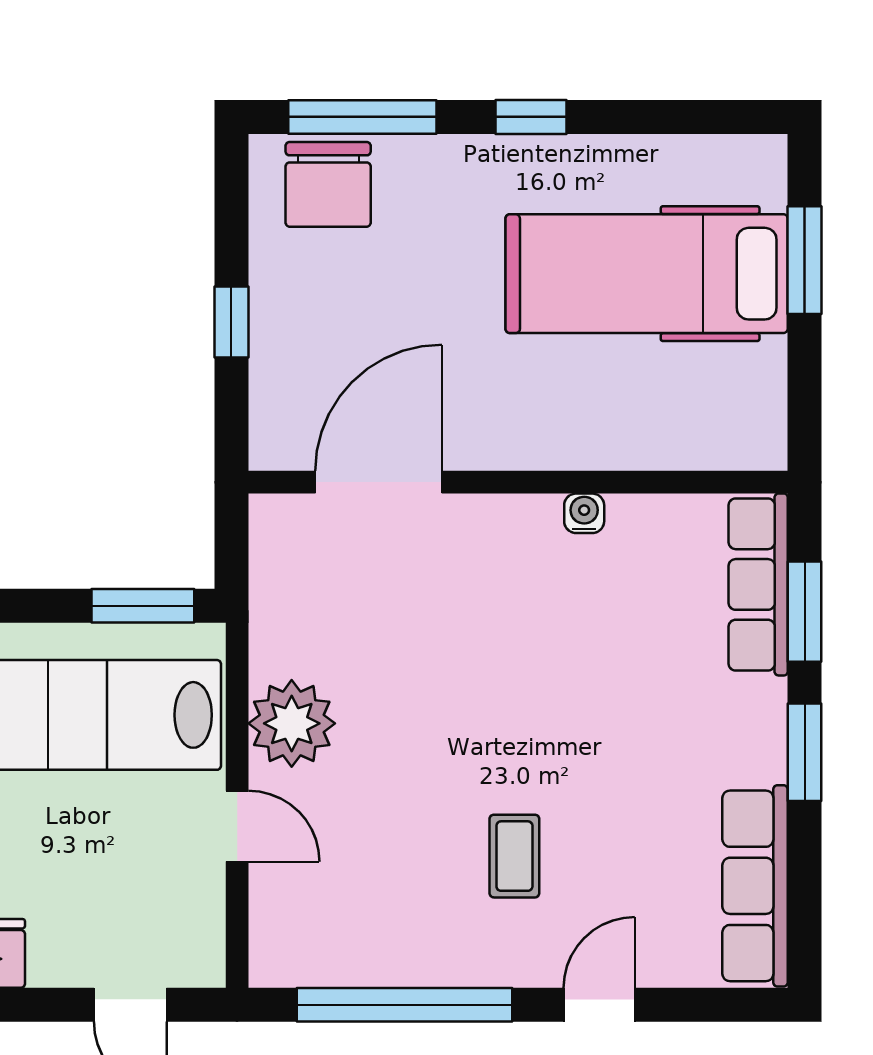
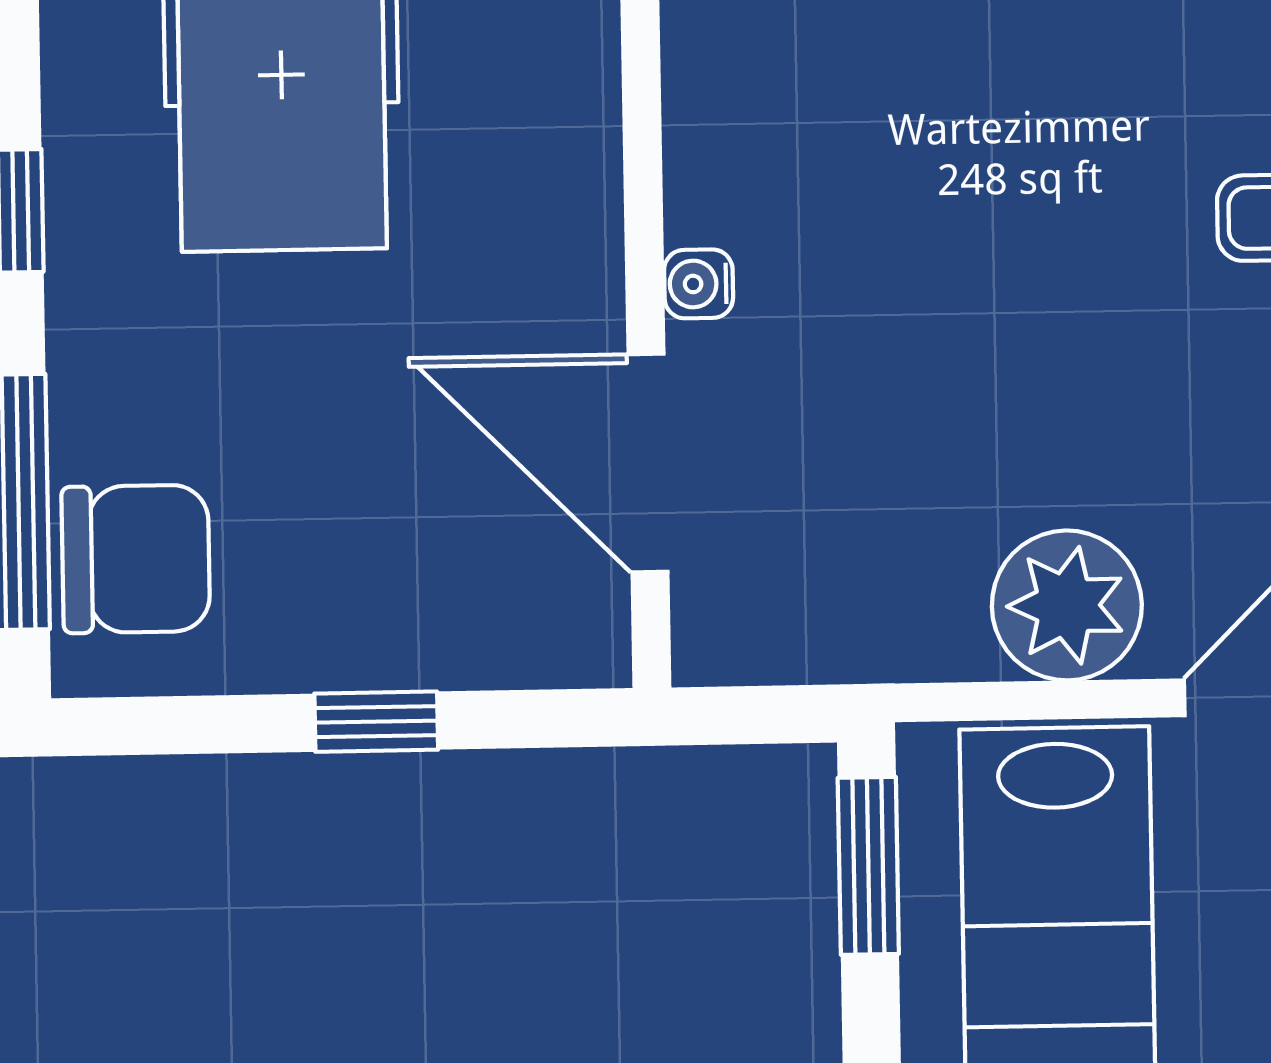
water cooler: (584, 513) -> (699, 284), moved

